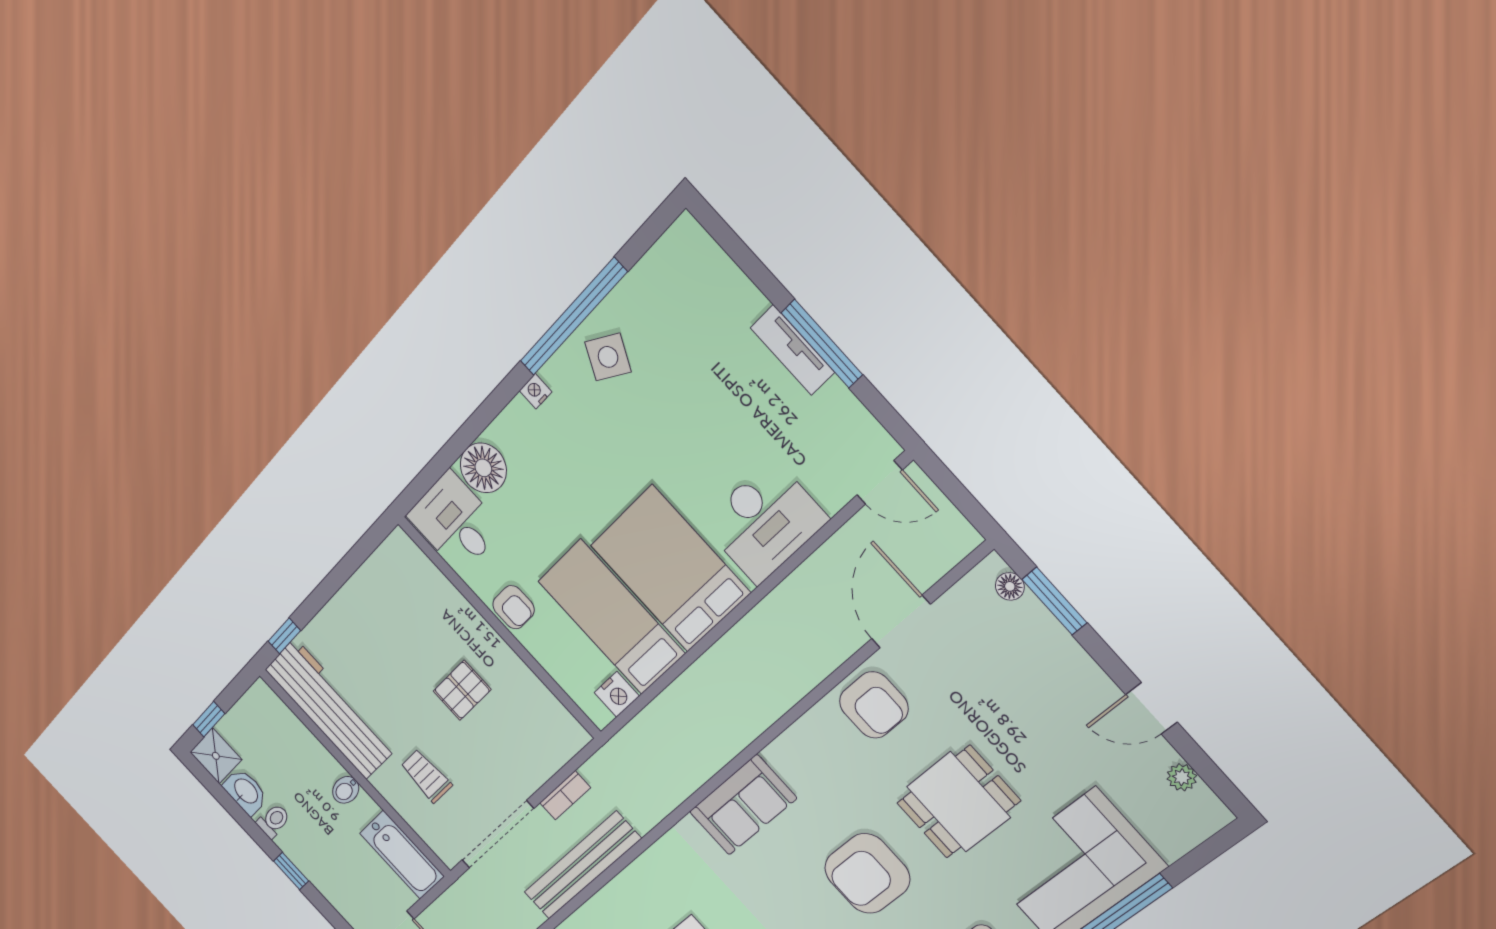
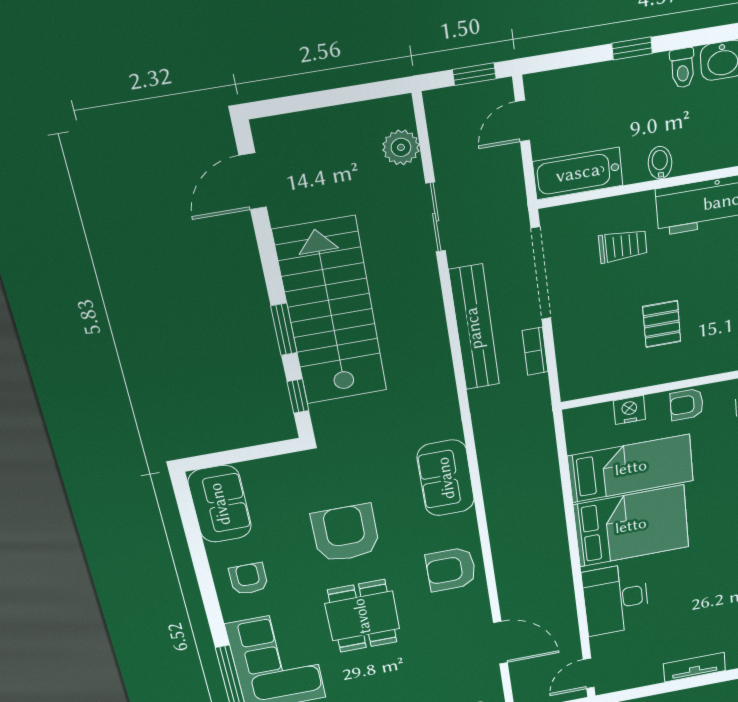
window: (822, 344) -> (685, 684), removed
nightstand: (617, 694) -> (629, 410), moved, turned 90
armchair: (874, 705) -> (451, 569), moved

